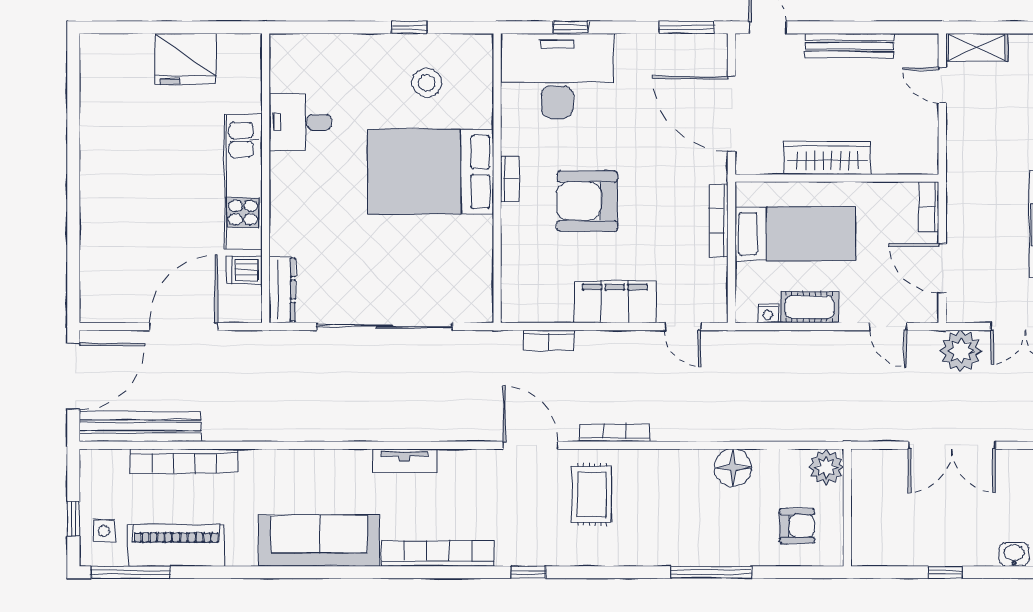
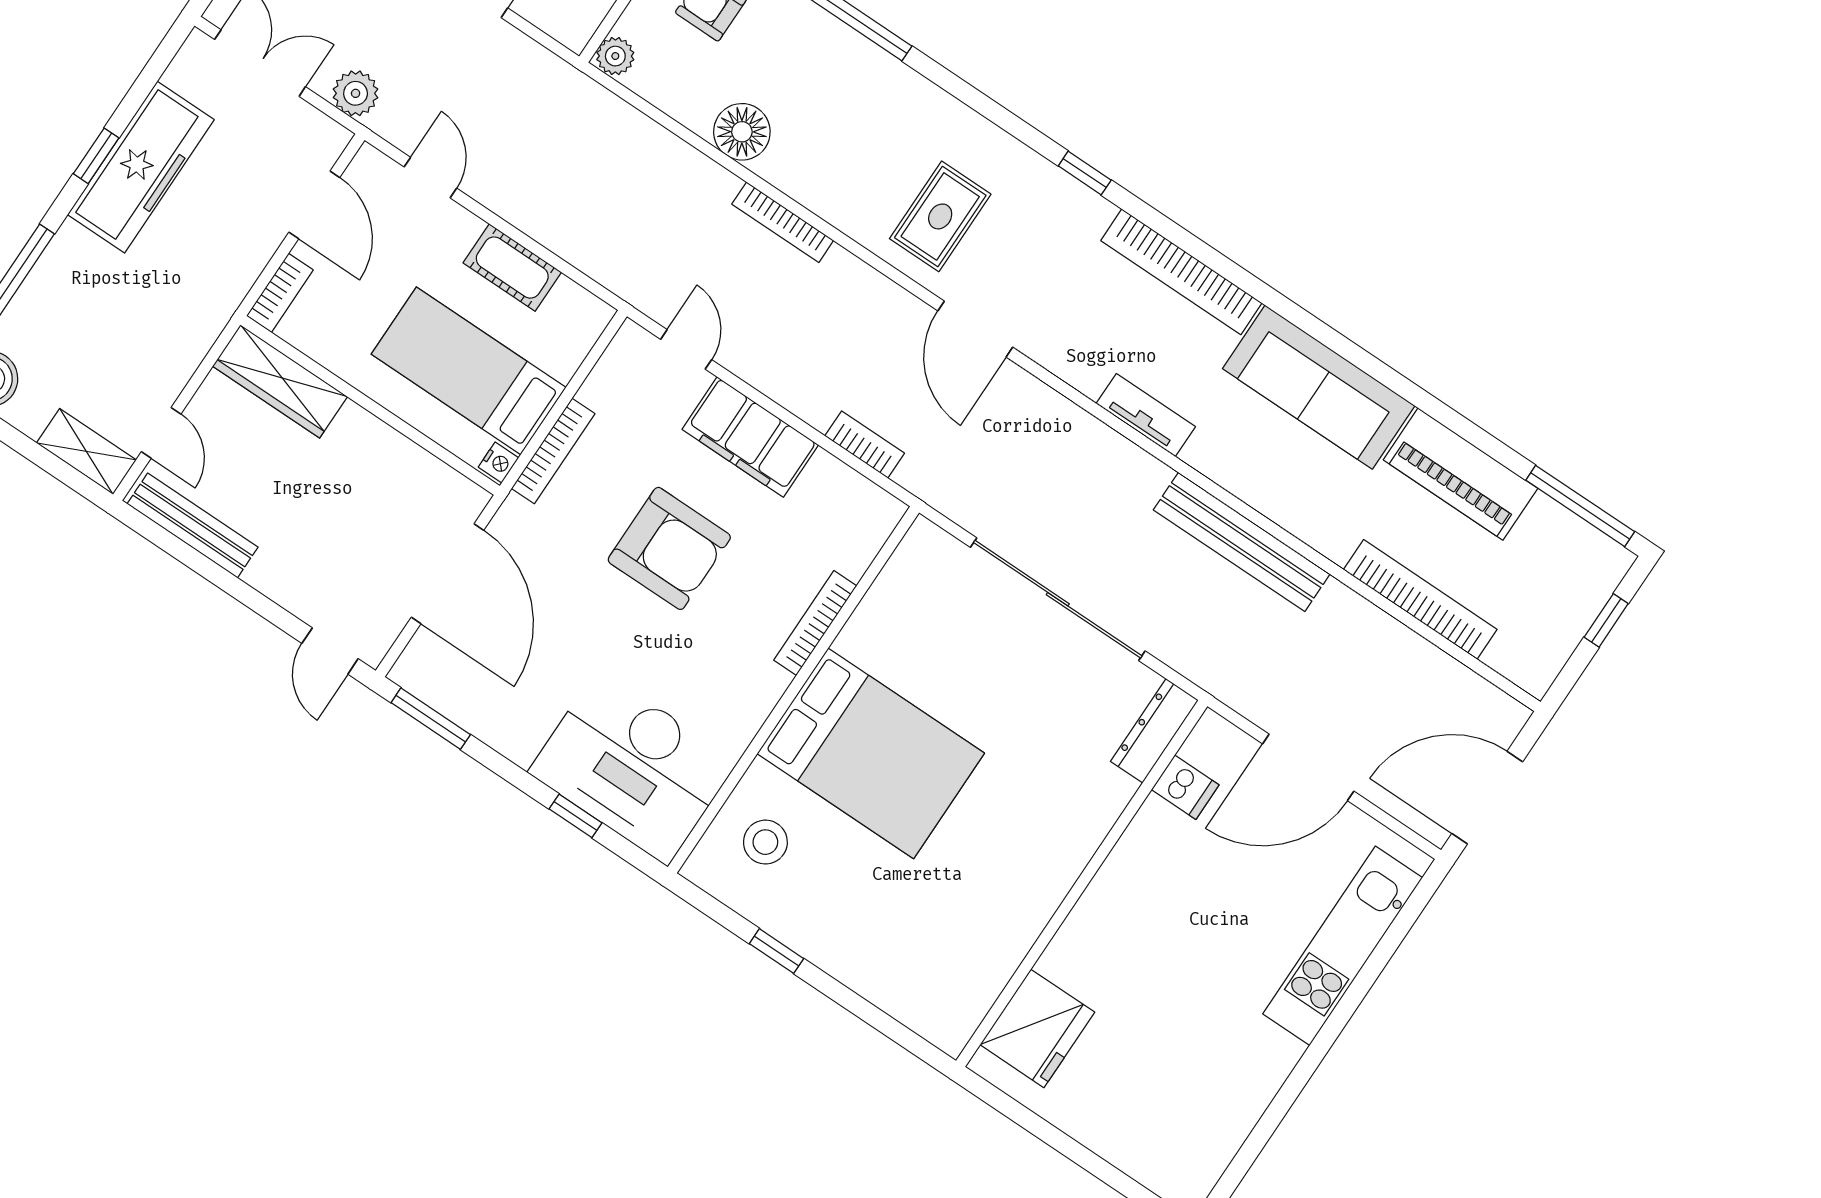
bench: (849, 46) -> (193, 525), moved
fridge: (186, 59) -> (1037, 1028), moved, turned 90
stool: (427, 83) -> (765, 842), moved
desk: (300, 122) -> (992, 924), removed
wardrobe: (828, 158) -> (280, 381), moved
bookcase: (510, 179) -> (815, 623), moved, width x1.56
kitchen unit: (243, 182) -> (1343, 946), moved, turned 180
armchair: (587, 201) -> (669, 548), moved
nightstand: (768, 313) -> (499, 462), moved, turned 90
plant: (961, 351) -> (356, 93), width x0.73, depth x0.73
bench: (140, 427) -> (1242, 542), moved
bookcase: (615, 433) -> (783, 222), moved
plant: (826, 467) -> (615, 56), width x0.73, depth x0.73
side table: (104, 531) -> (1579, 580), removed
piano: (176, 545) -> (1461, 474), moved

